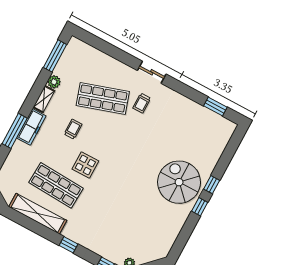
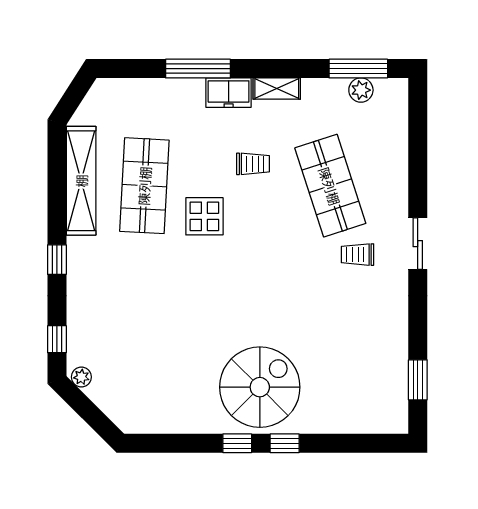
plant: (54, 82) -> (361, 90), moved
freezer: (31, 127) -> (229, 93), width x0.71

